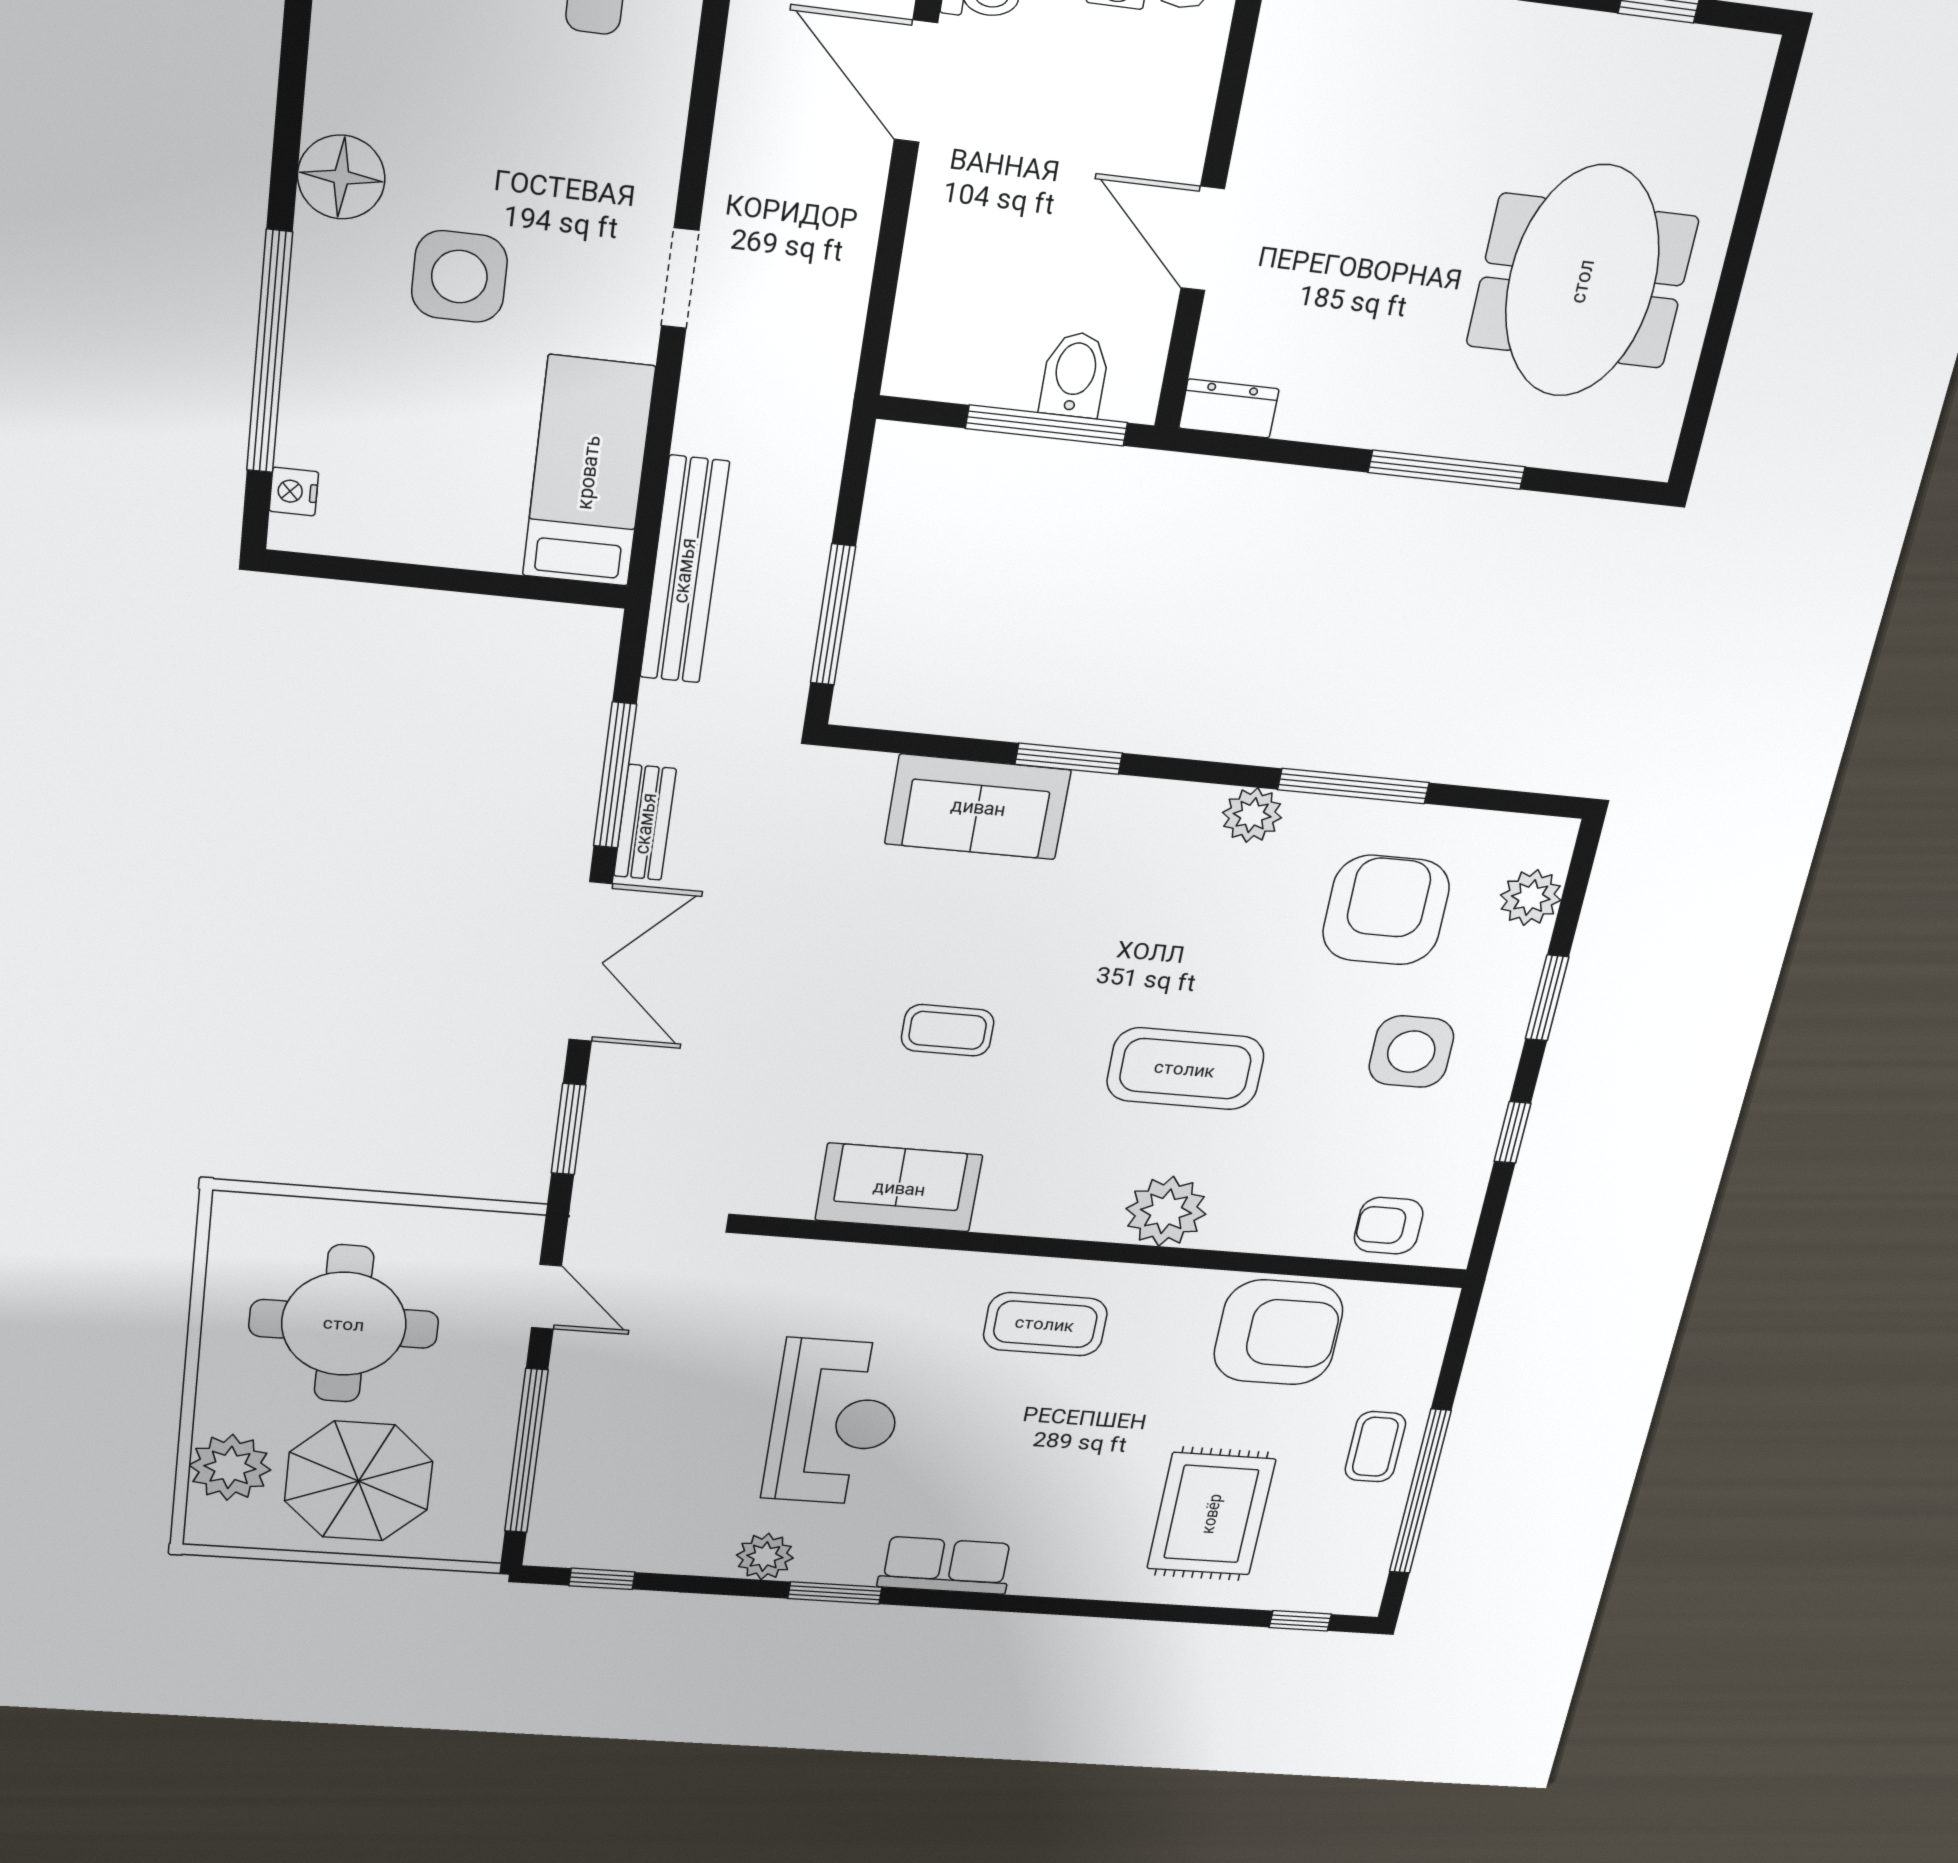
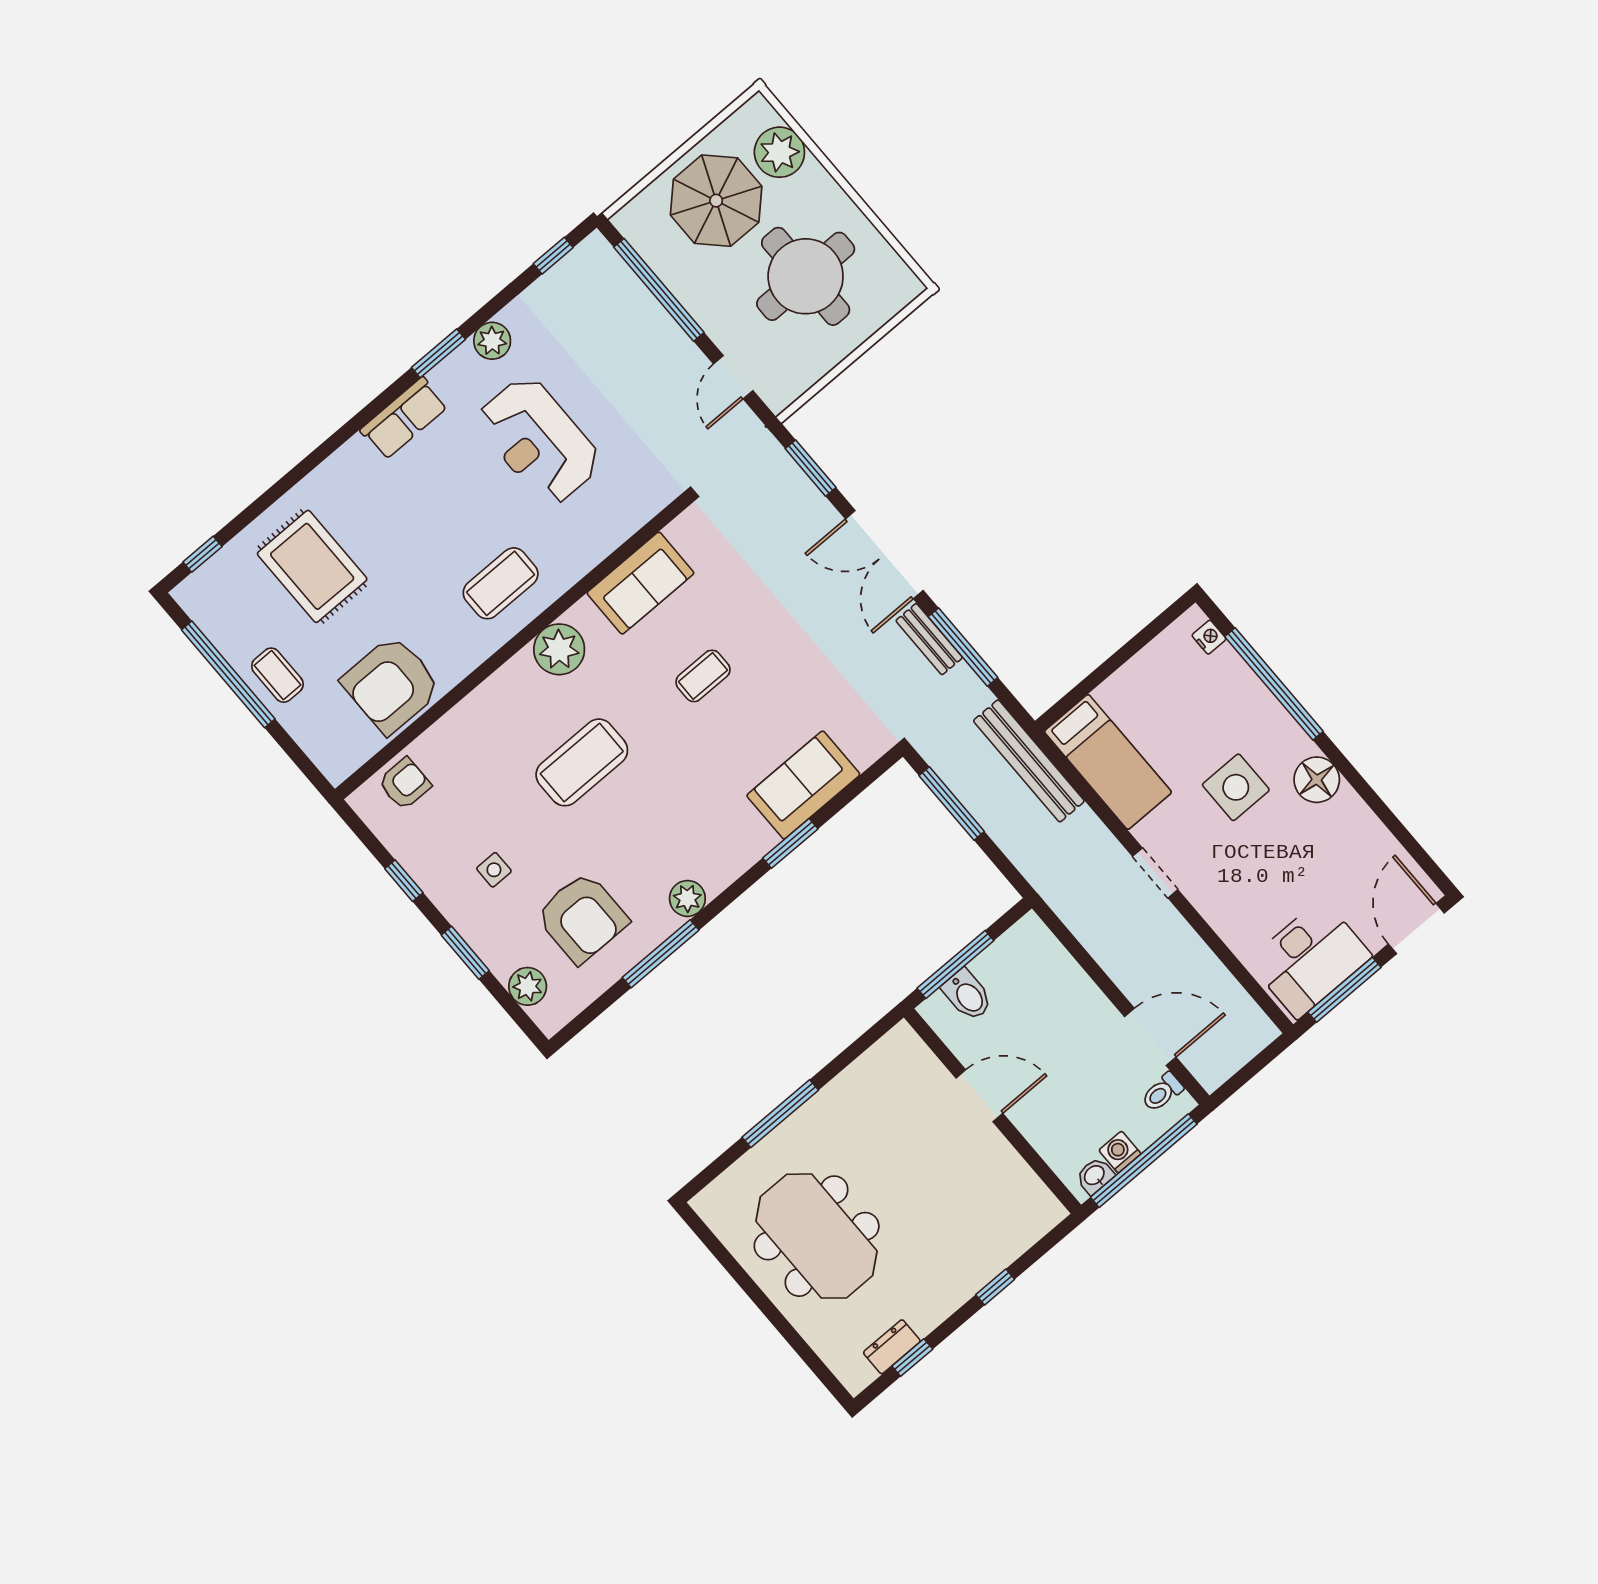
dresser: (1229, 409) -> (892, 1347), moved, turned 180
side table: (1411, 1052) -> (494, 870), width x0.54, depth x0.54
plant: (1166, 1211) -> (559, 649), moved
door: (547, 1297) -> (733, 377), hinge flipped

